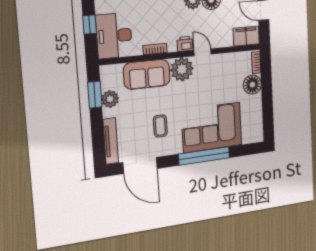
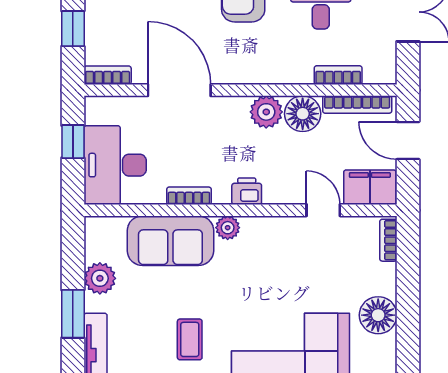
door: (203, 52) -> (323, 210), moved
plant: (182, 69) -> (228, 228), width x0.53, depth x0.53
floor lamp: (252, 85) -> (378, 315), moved
window: (95, 95) -> (73, 314), moved

